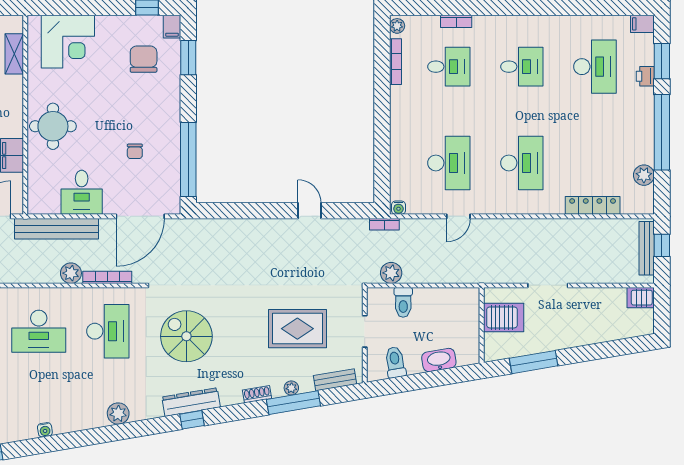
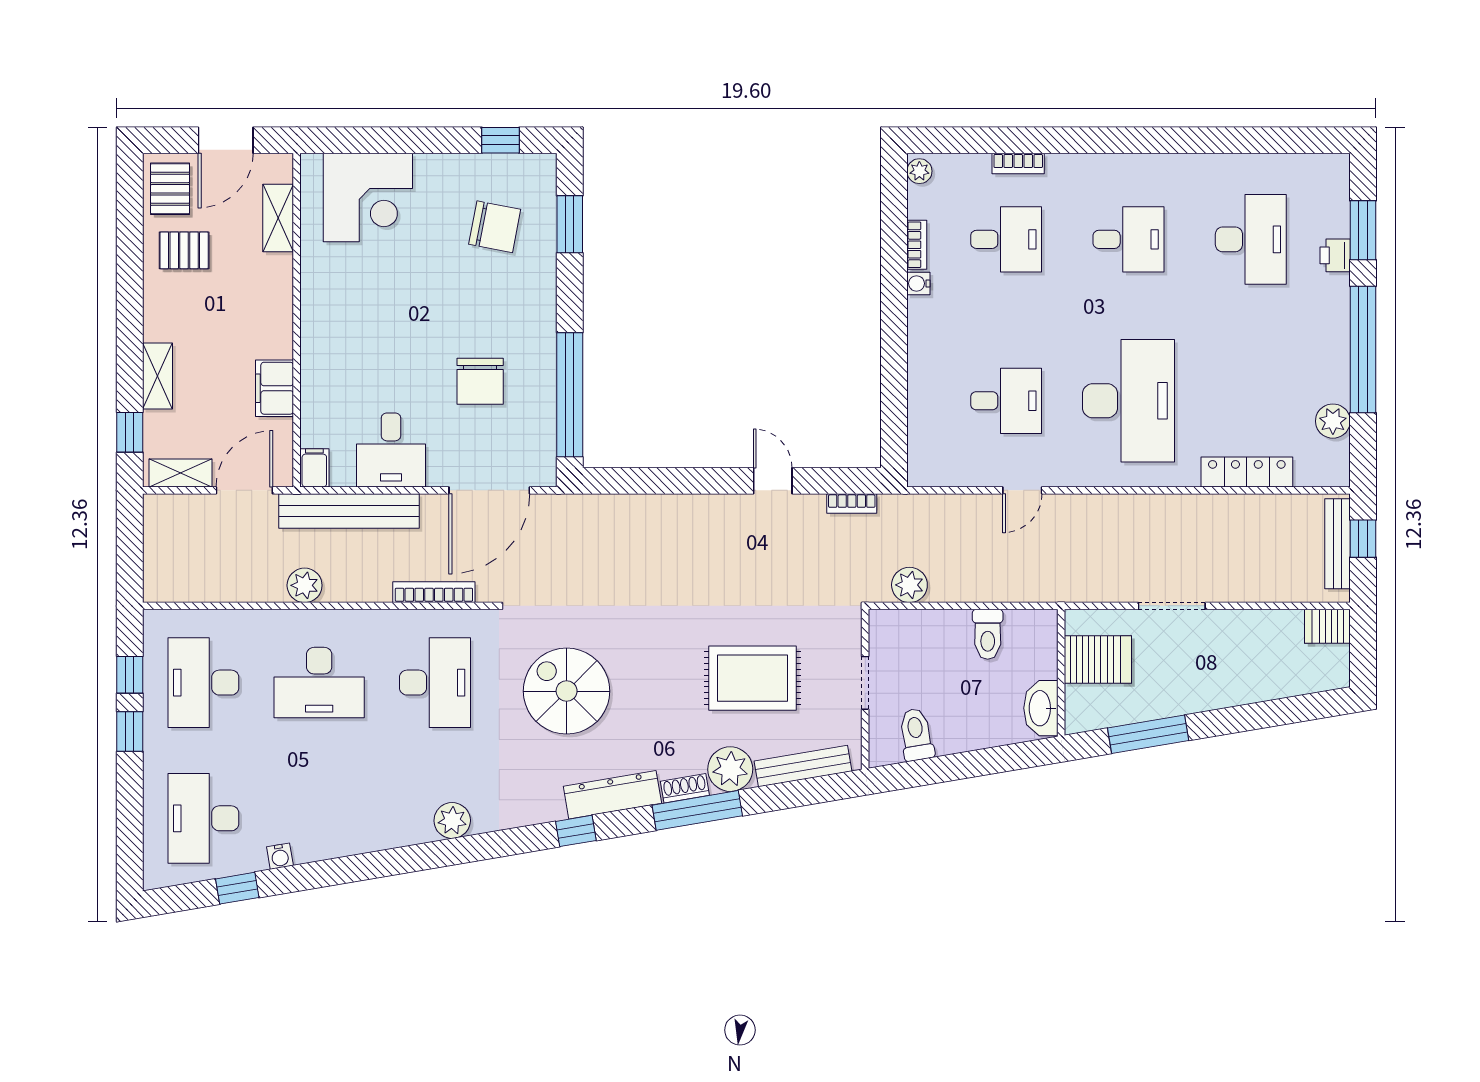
filing cabinet: (642, 24) -> (1330, 168), removed
filing cabinet: (172, 27) -> (314, 468), moved, turned 180
chair: (144, 59) -> (495, 227), turned 101
bookcase: (395, 62) -> (917, 245), width x0.64
round table: (53, 126) -> (343, 339), removed
chair: (135, 151) -> (480, 381), width x1.87, depth x1.87
desk: (449, 163) -> (1006, 401), width x0.73
desk: (522, 163) -> (1128, 401), width x1.36, depth x1.30
water cooler: (398, 208) -> (918, 283), moved, turned 90
bookcase: (384, 224) -> (852, 503), moved
plant: (71, 273) -> (305, 585), moved
toilet: (403, 302) -> (988, 634), moved
washbasin: (439, 360) -> (1041, 708), moved, turned -80
bench: (335, 380) -> (803, 766), width x1.36
plant: (291, 388) -> (730, 769), width x1.87, depth x1.87
dresser: (191, 402) -> (612, 795), moved
window: (293, 403) -> (697, 810), moved
water cooler: (45, 430) -> (280, 856), moved

